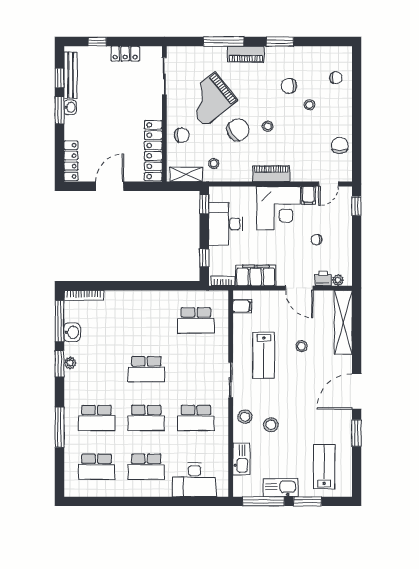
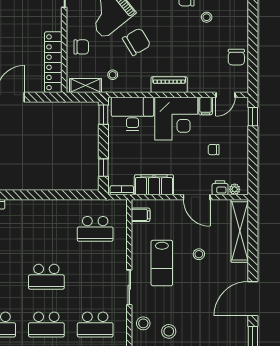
stool: (268, 126) -> (166, 38), removed
chair: (340, 145) -> (236, 57), turned 180
desk: (226, 224) -> (133, 114), moved, turned 90

